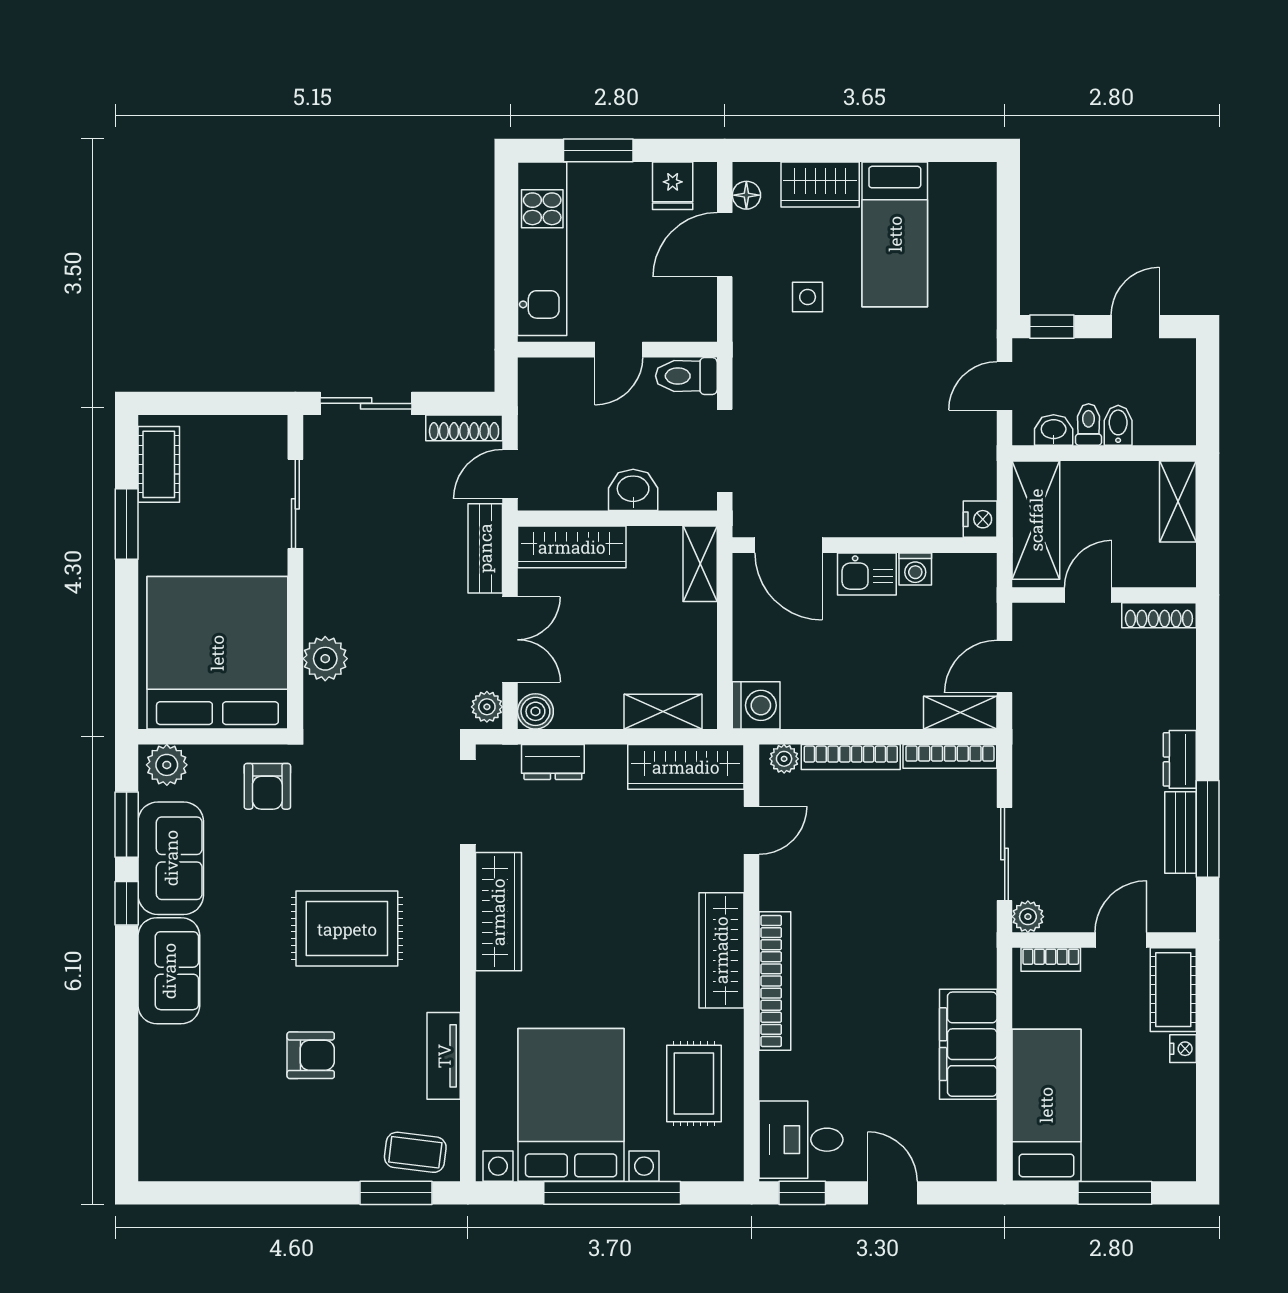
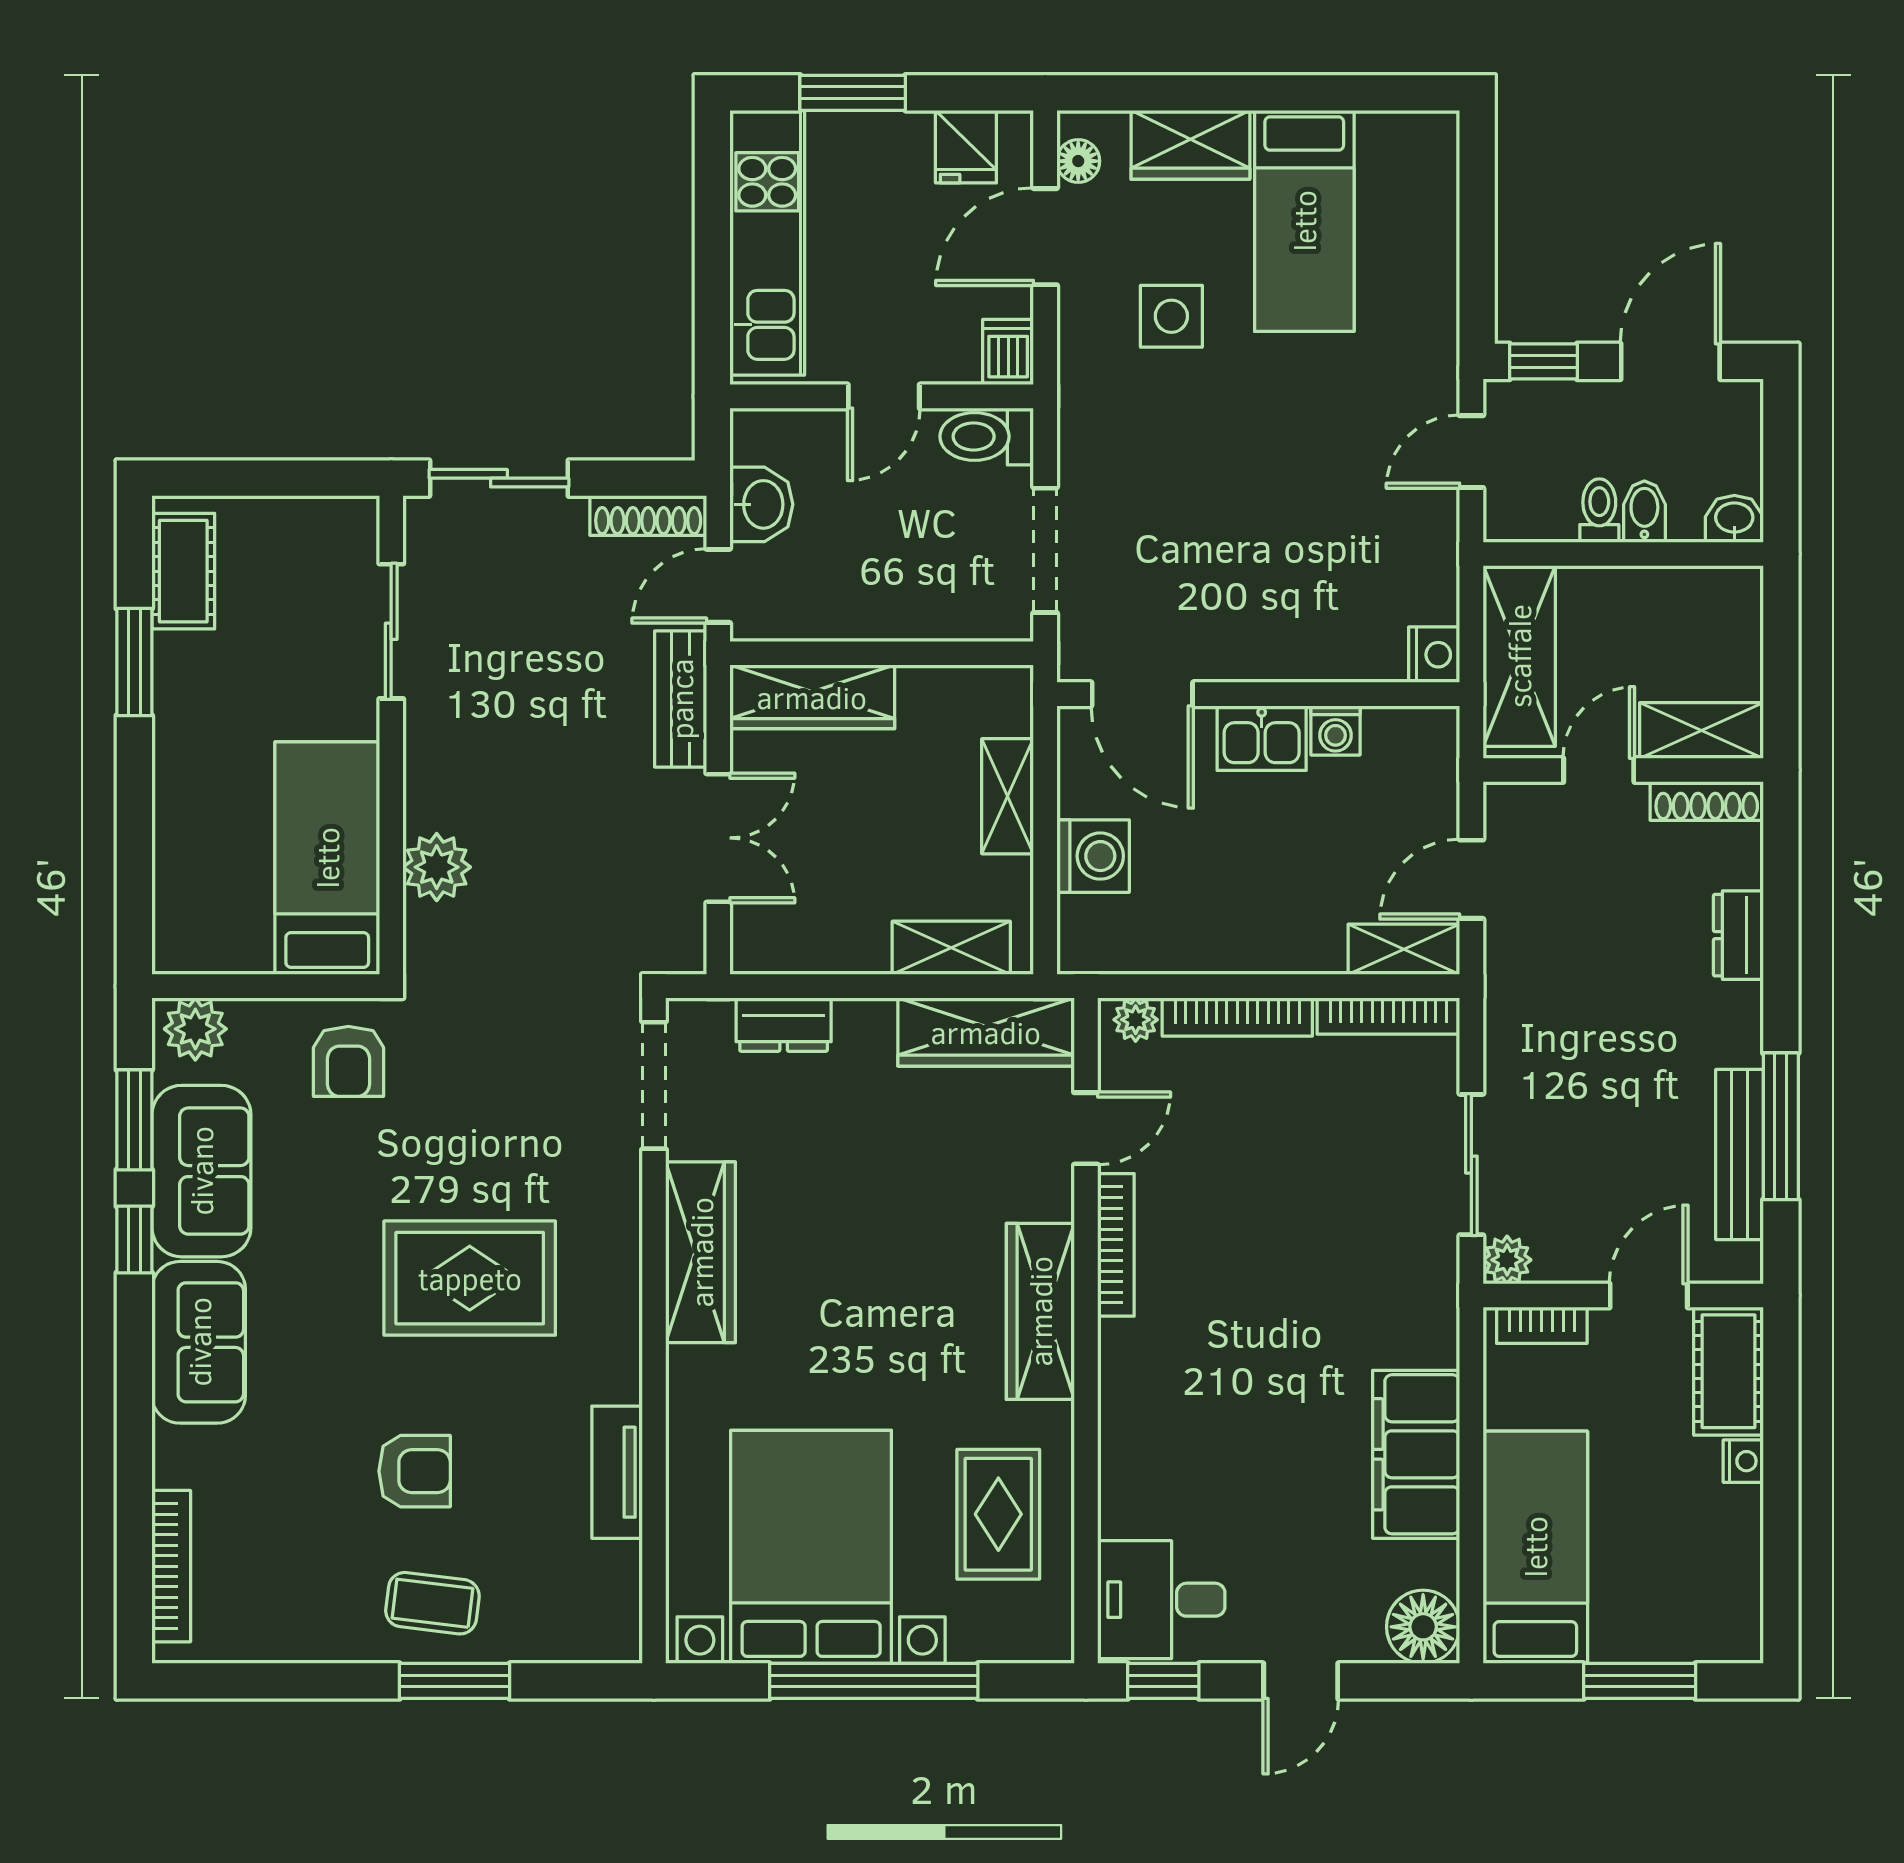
side table: (808, 297) -> (1171, 316), width x1.37, depth x1.37
dishwasher: (700, 321) -> (1008, 352), added
door: (1135, 327) -> (1670, 361), width x1.38
washbasin: (1054, 430) -> (1734, 519), moved
washbasin: (633, 490) -> (761, 504), moved, turned 90
shelving: (1178, 501) -> (1701, 731), moved, turned 90
shelving: (700, 564) -> (1008, 796), moved
bed: (217, 653) -> (327, 858), width x0.49
washing machine: (756, 705) -> (1093, 856), moved
plant: (487, 707) -> (683, 940), removed
boiler: (535, 711) -> (757, 947), removed
dresser: (1180, 759) -> (1738, 935), moved
bench: (1181, 832) -> (1740, 1155), width x1.36
bookcase: (775, 981) -> (1116, 1245), moved, width x0.68, depth x0.76
bookcase: (151, 1118) -> (171, 1566), added
coffee table: (415, 1152) -> (432, 1603), moved
floor lamp: (973, 1157) -> (1423, 1627), added
window: (396, 1193) -> (455, 1681), moved
door: (892, 1193) -> (1301, 1681), swing flipped

